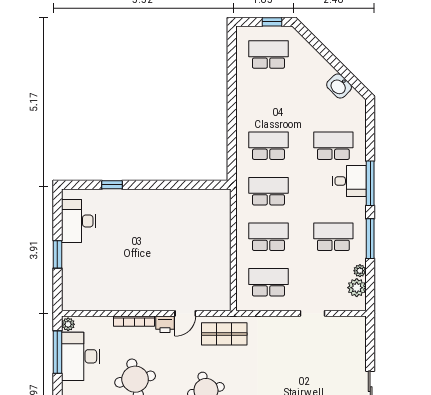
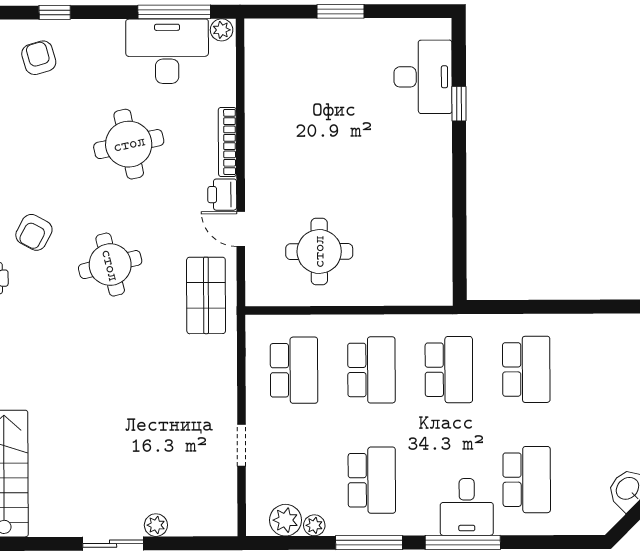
desk: (79, 221) -> (423, 77), moved, turned 90
round table: (199, 267) -> (319, 252), added
plant: (359, 364) -> (156, 525), added

